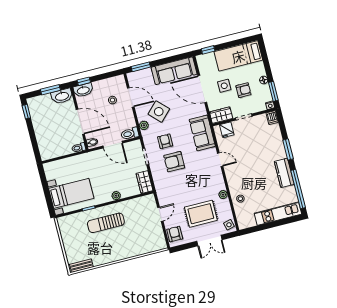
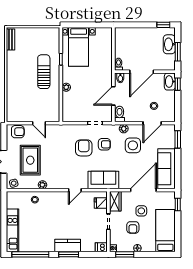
washbasin: (62, 96) -> (169, 44), moved
side table: (159, 112) -> (133, 145), turned 45
kitchen counter: (284, 173) -> (68, 245), moved
wardrobe: (144, 182) -> (72, 116), removed

